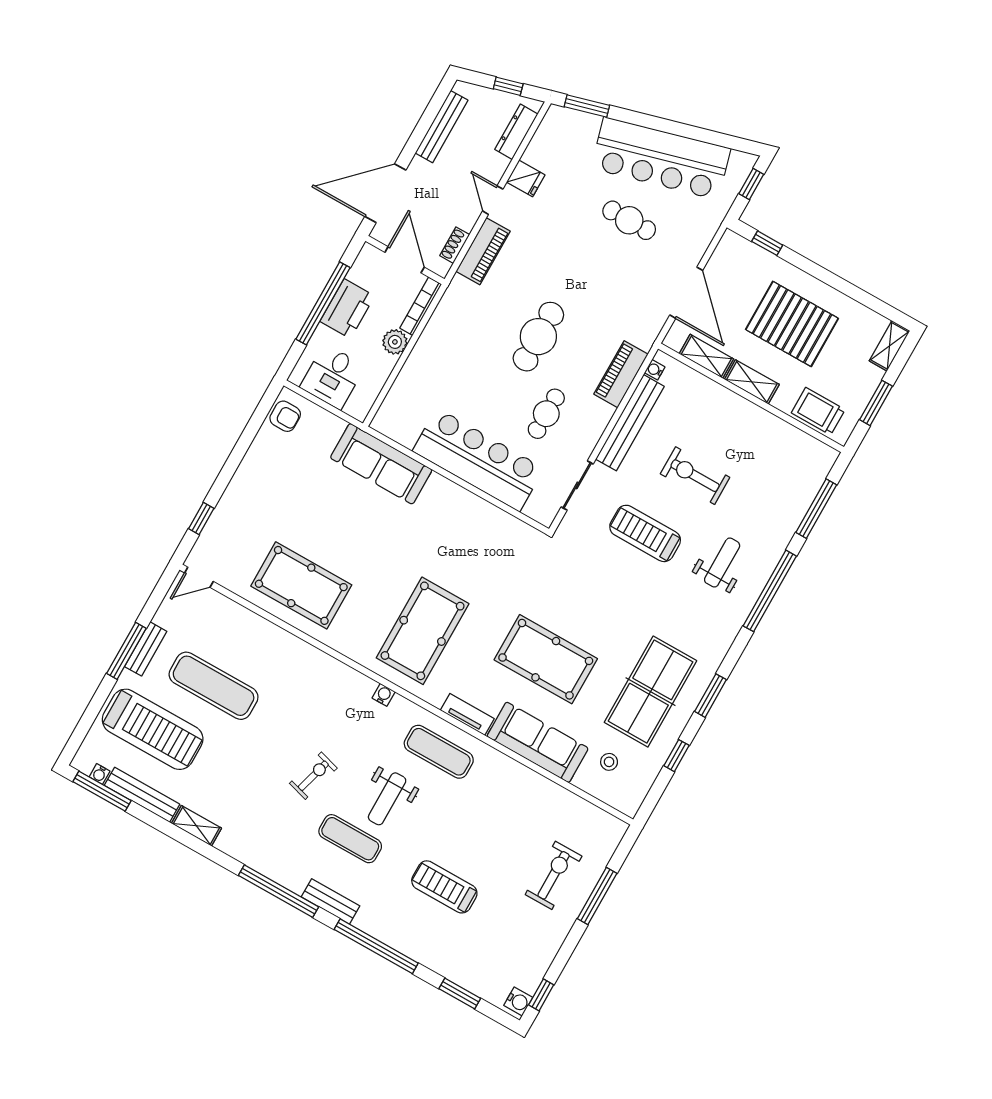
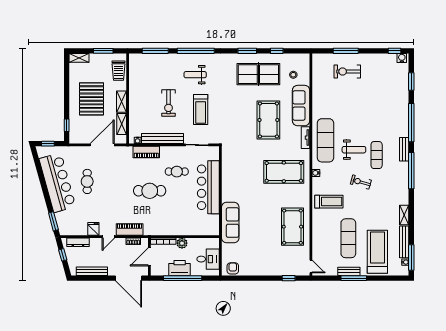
exercise mat: (439, 752) -> (325, 140), width x1.36, depth x1.45
treadmill: (444, 887) -> (329, 202), moved, turned -90

